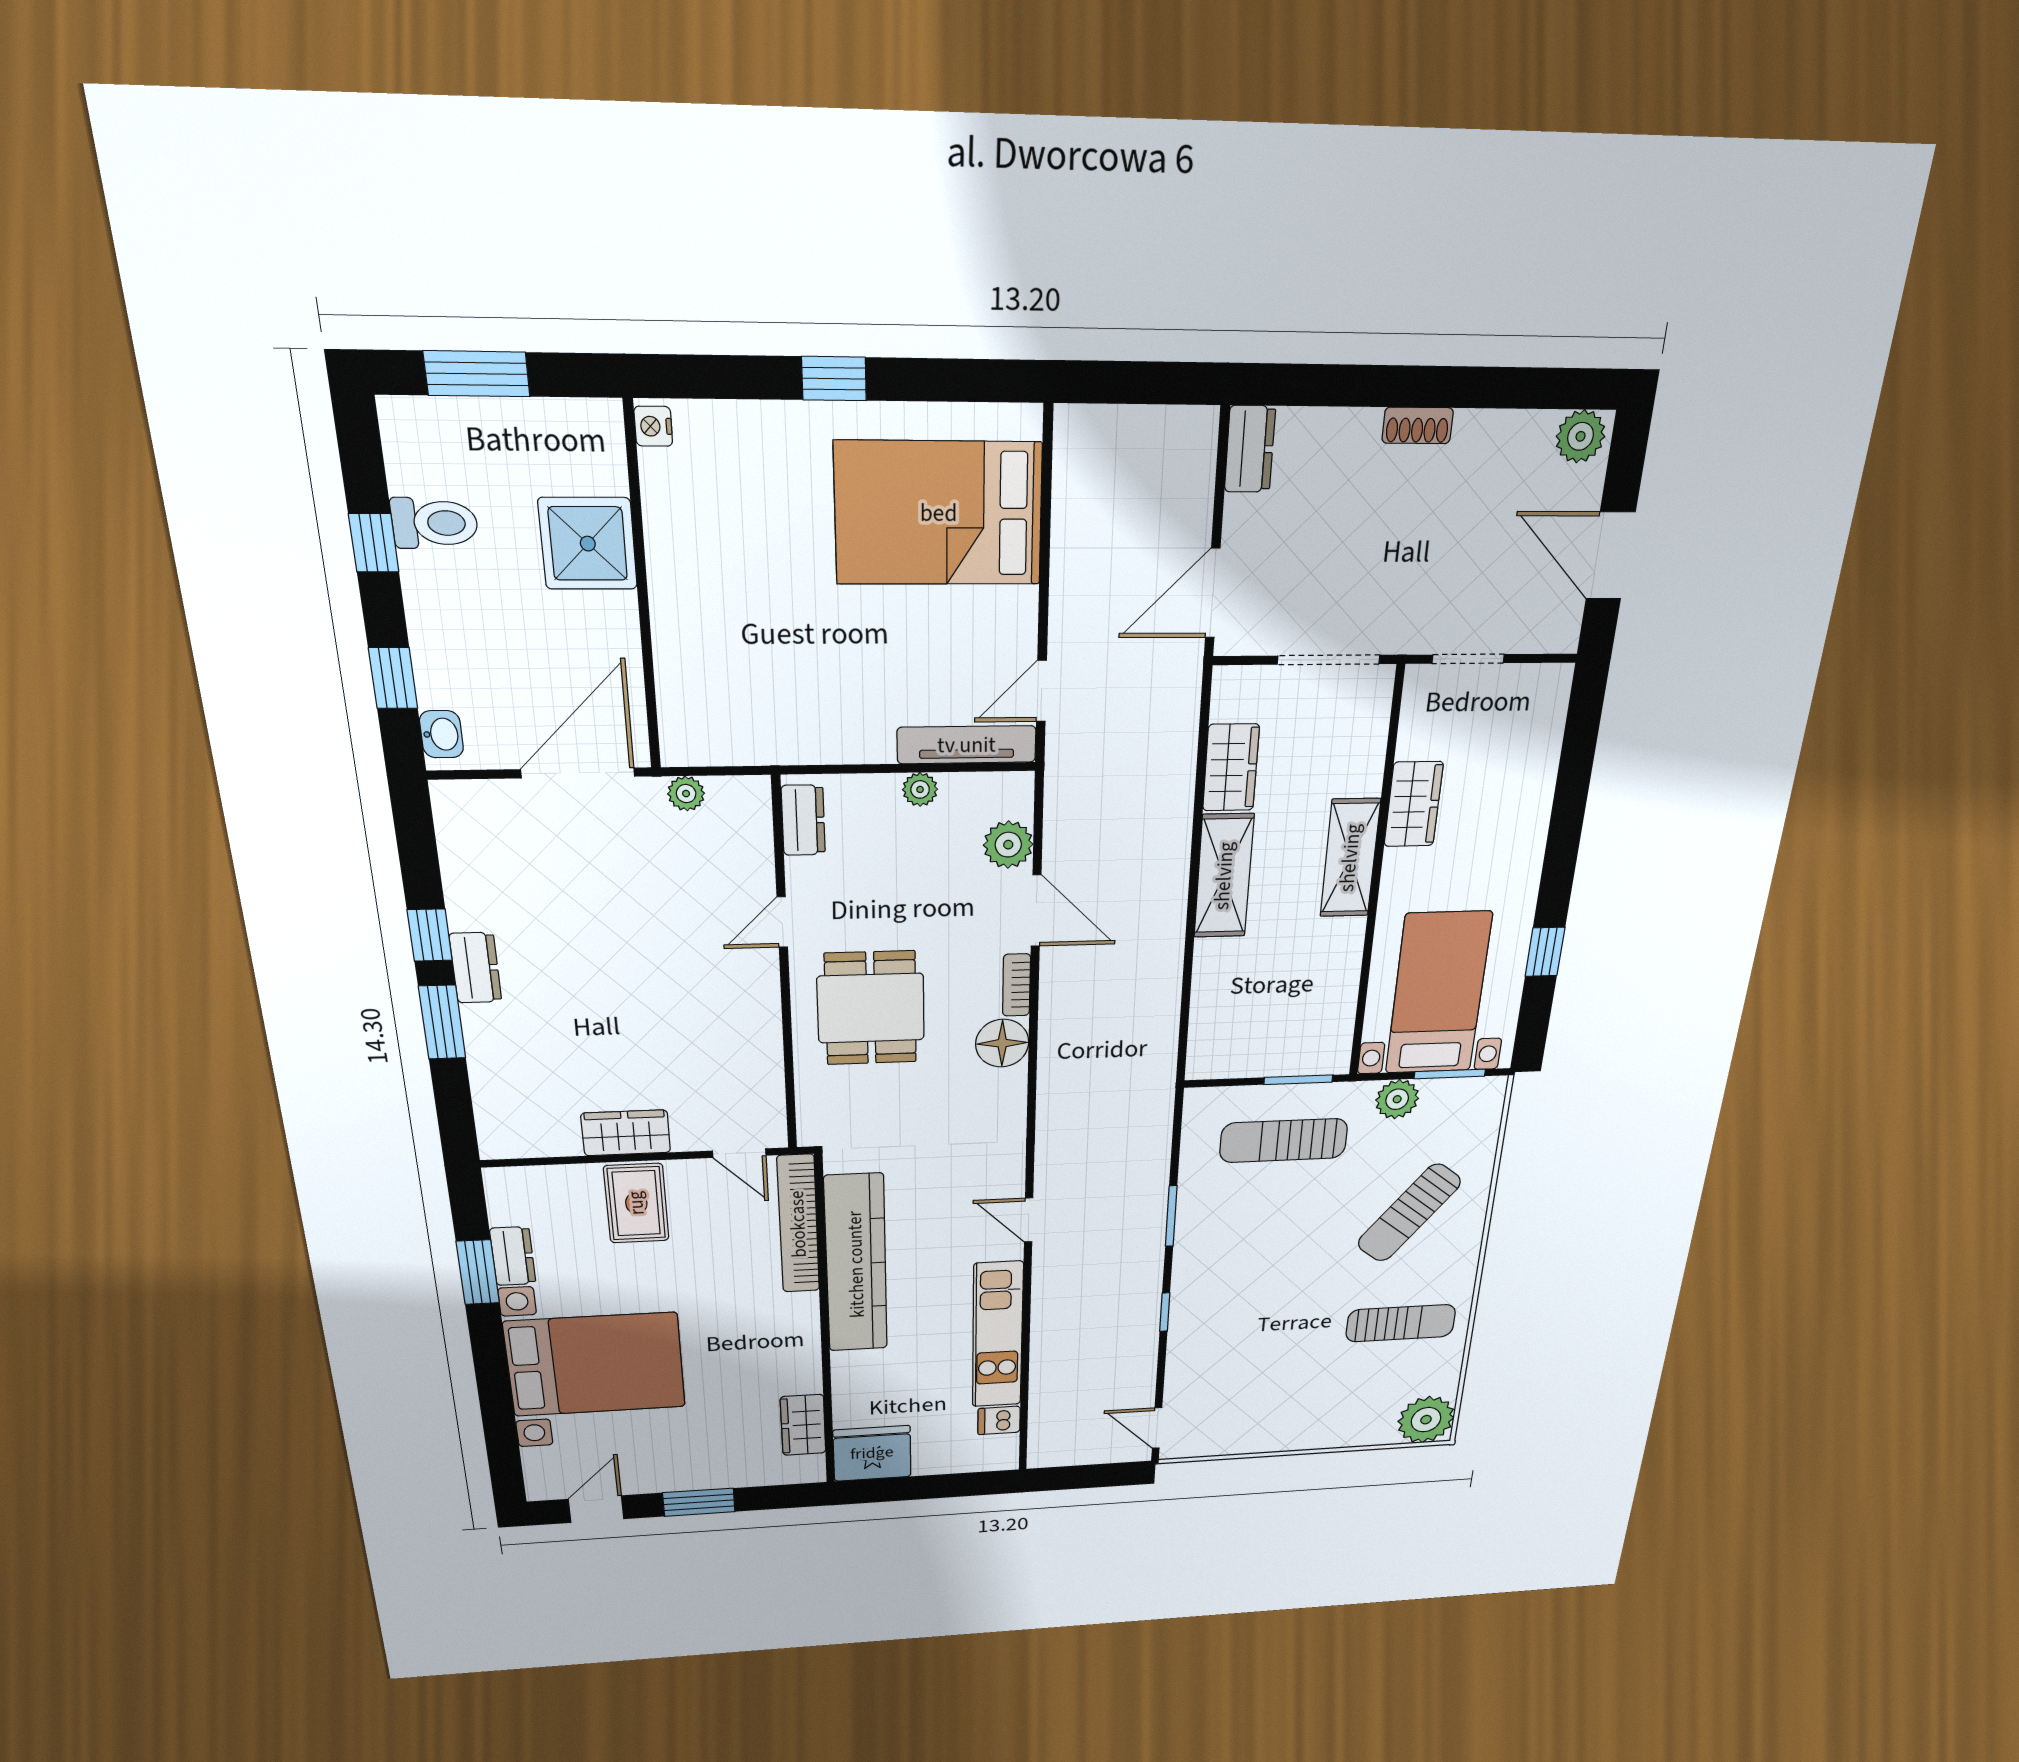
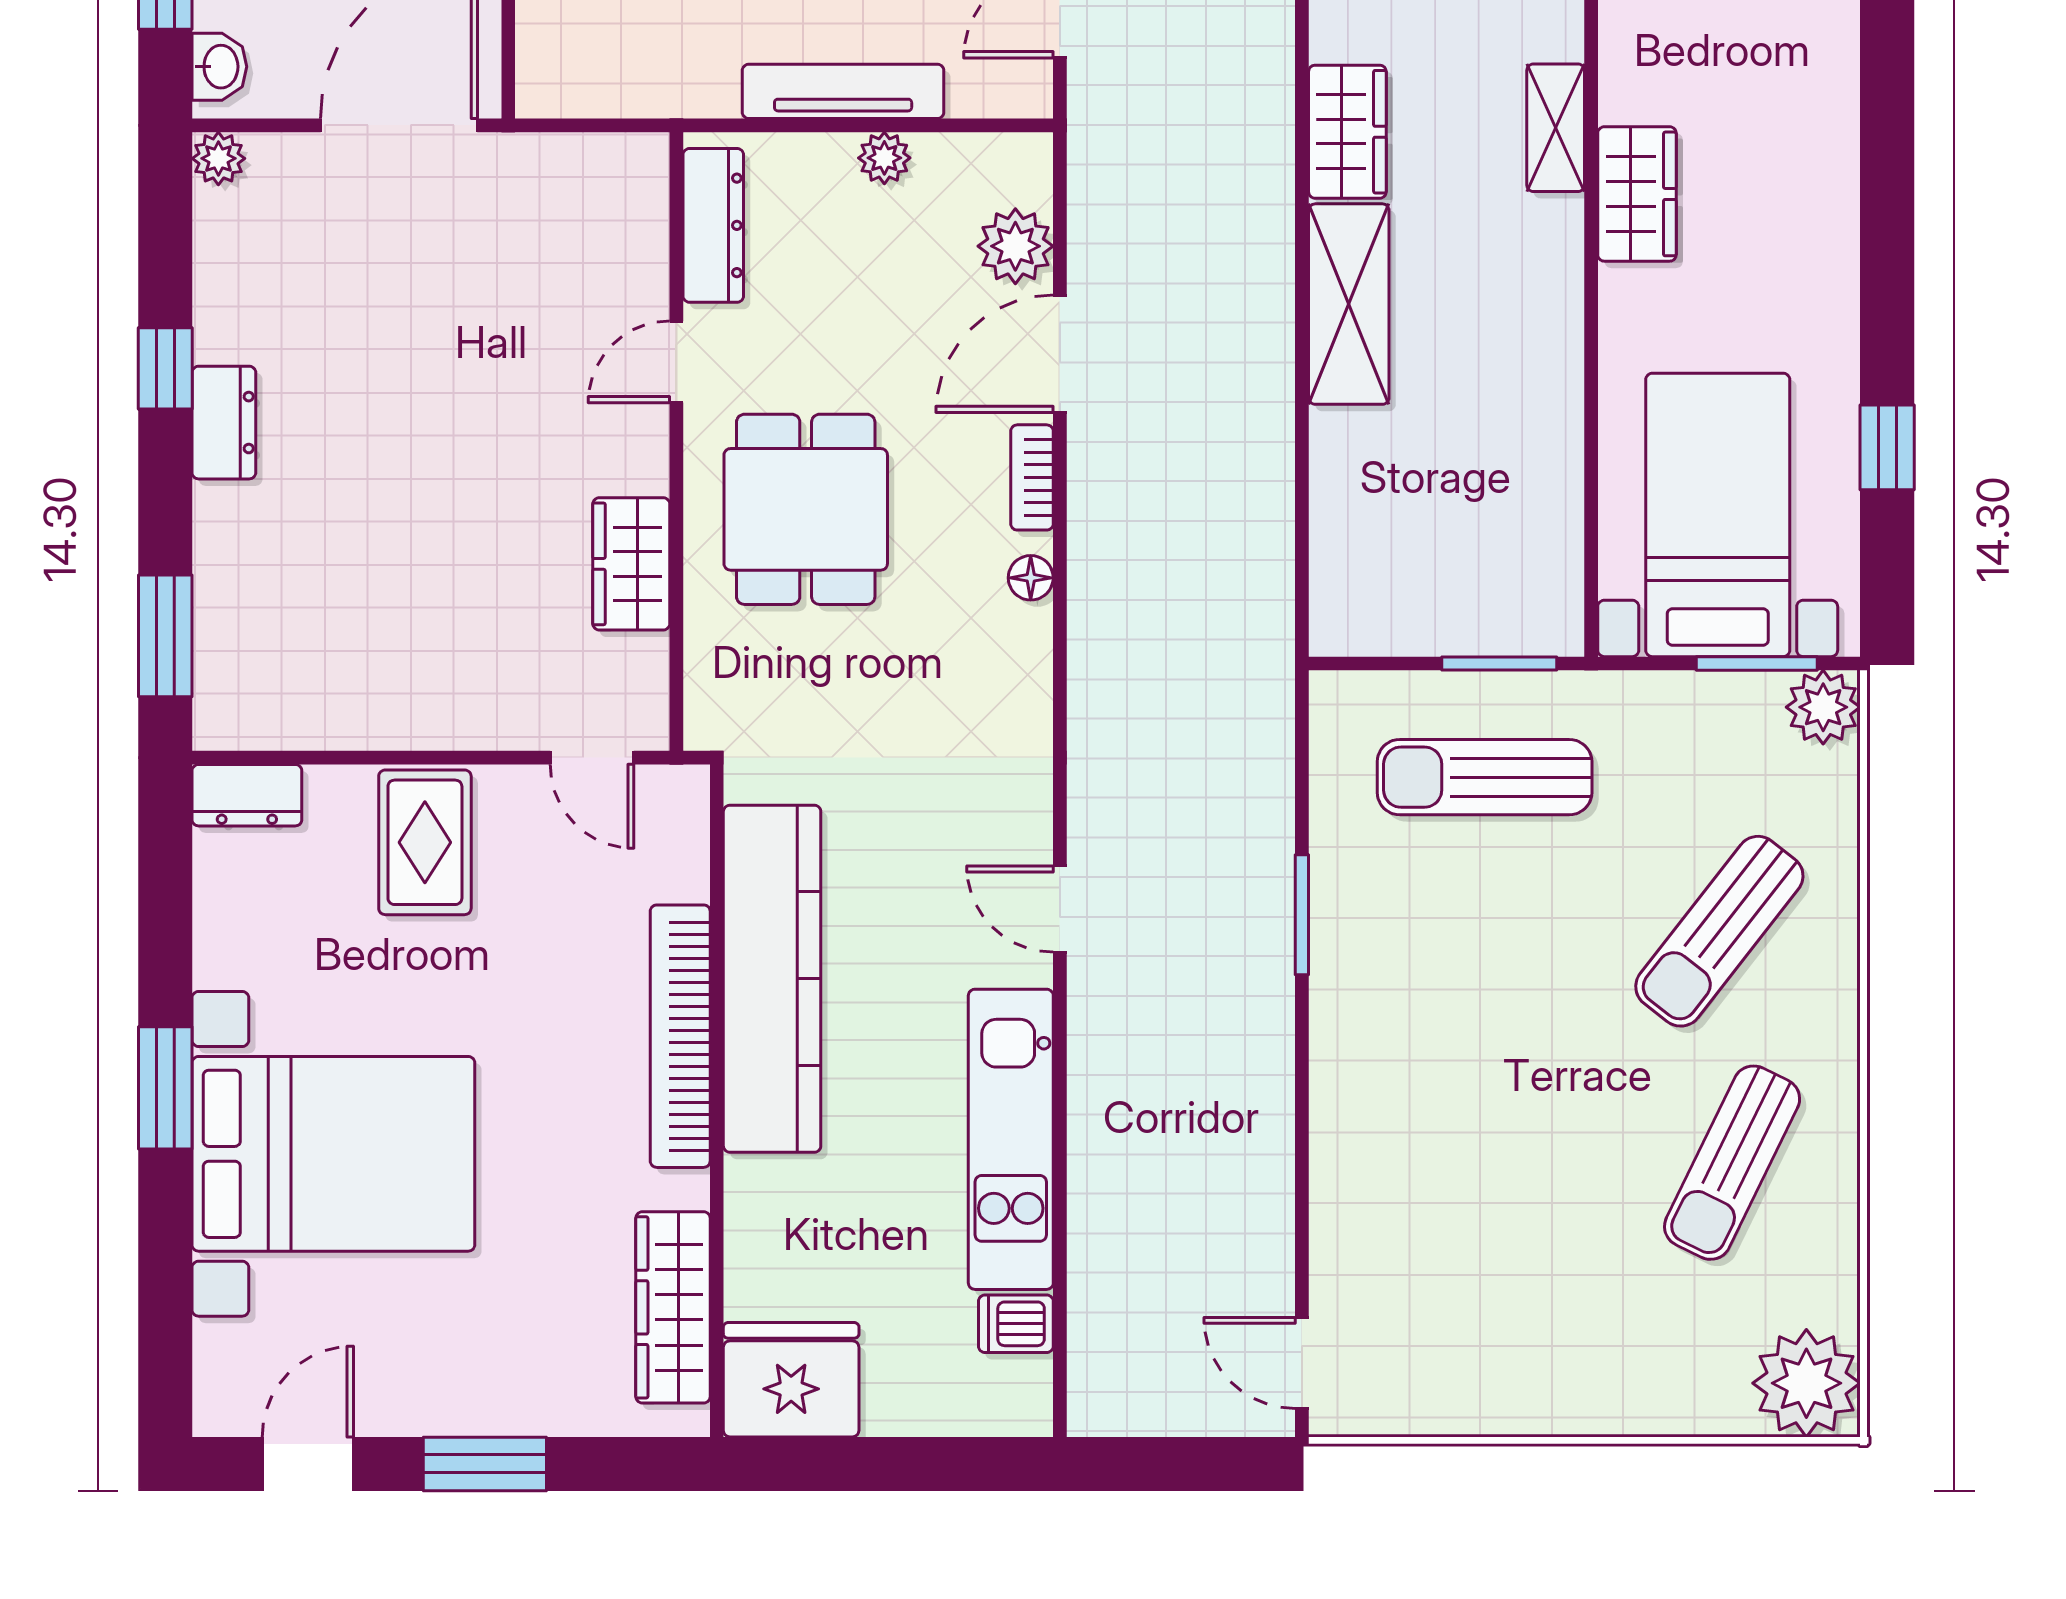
tv unit: (967, 745) -> (843, 91), moved
plant: (686, 794) -> (218, 158), moved
dresser: (803, 820) -> (713, 225), width x1.44
shelving: (1350, 858) -> (1556, 128), moved, width x0.67, depth x0.75
door: (1036, 911) -> (1060, 354), swing flipped
window: (442, 1022) -> (165, 636), moved
floor lamp: (1002, 1043) -> (1031, 578), width x0.53, depth x0.53
plant: (1397, 1099) -> (1823, 707), moved
wardrobe: (626, 1133) -> (631, 564), moved, turned -90
bookcase: (798, 1224) -> (680, 1036), moved
dresser: (513, 1256) -> (247, 795), moved, turned 90
window: (478, 1272) -> (165, 1088), moved
window: (1165, 1312) -> (1302, 1111), removed
sun lounger: (1401, 1323) -> (1732, 1163), turned 116
wardrobe: (803, 1425) -> (673, 1307), width x1.50

